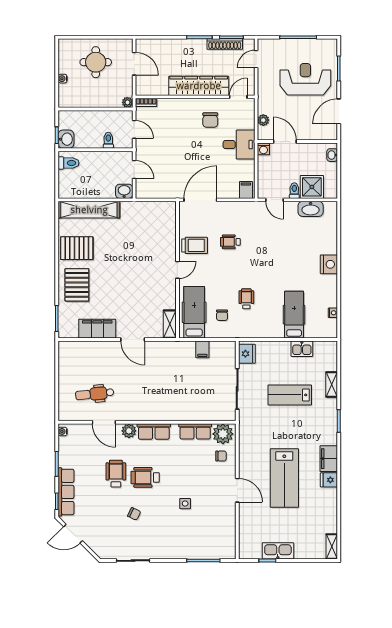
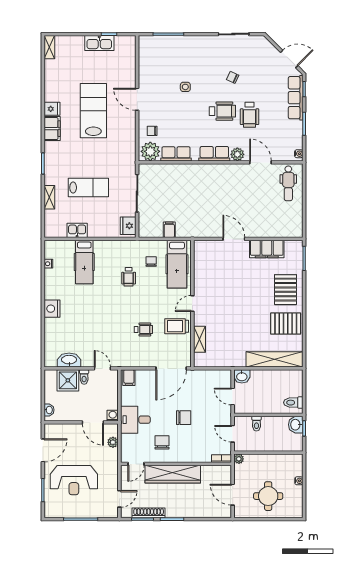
chair: (187, 147) -> (184, 418), added
shelving: (170, 324) -> (200, 339), moved
dental chair: (95, 394) -> (288, 183), moved, turned 96

